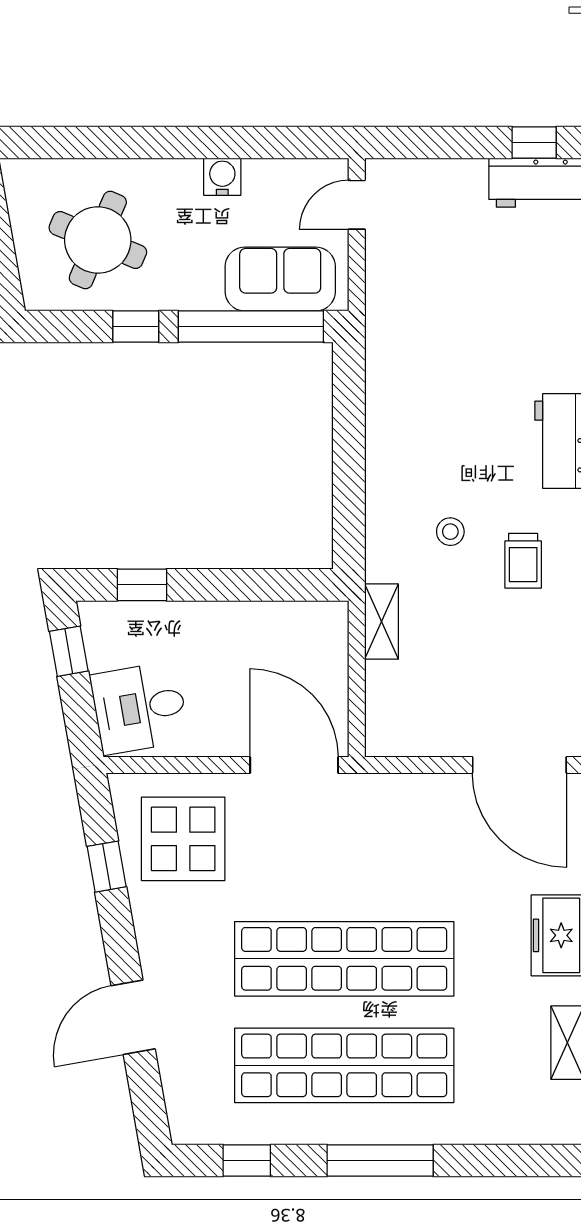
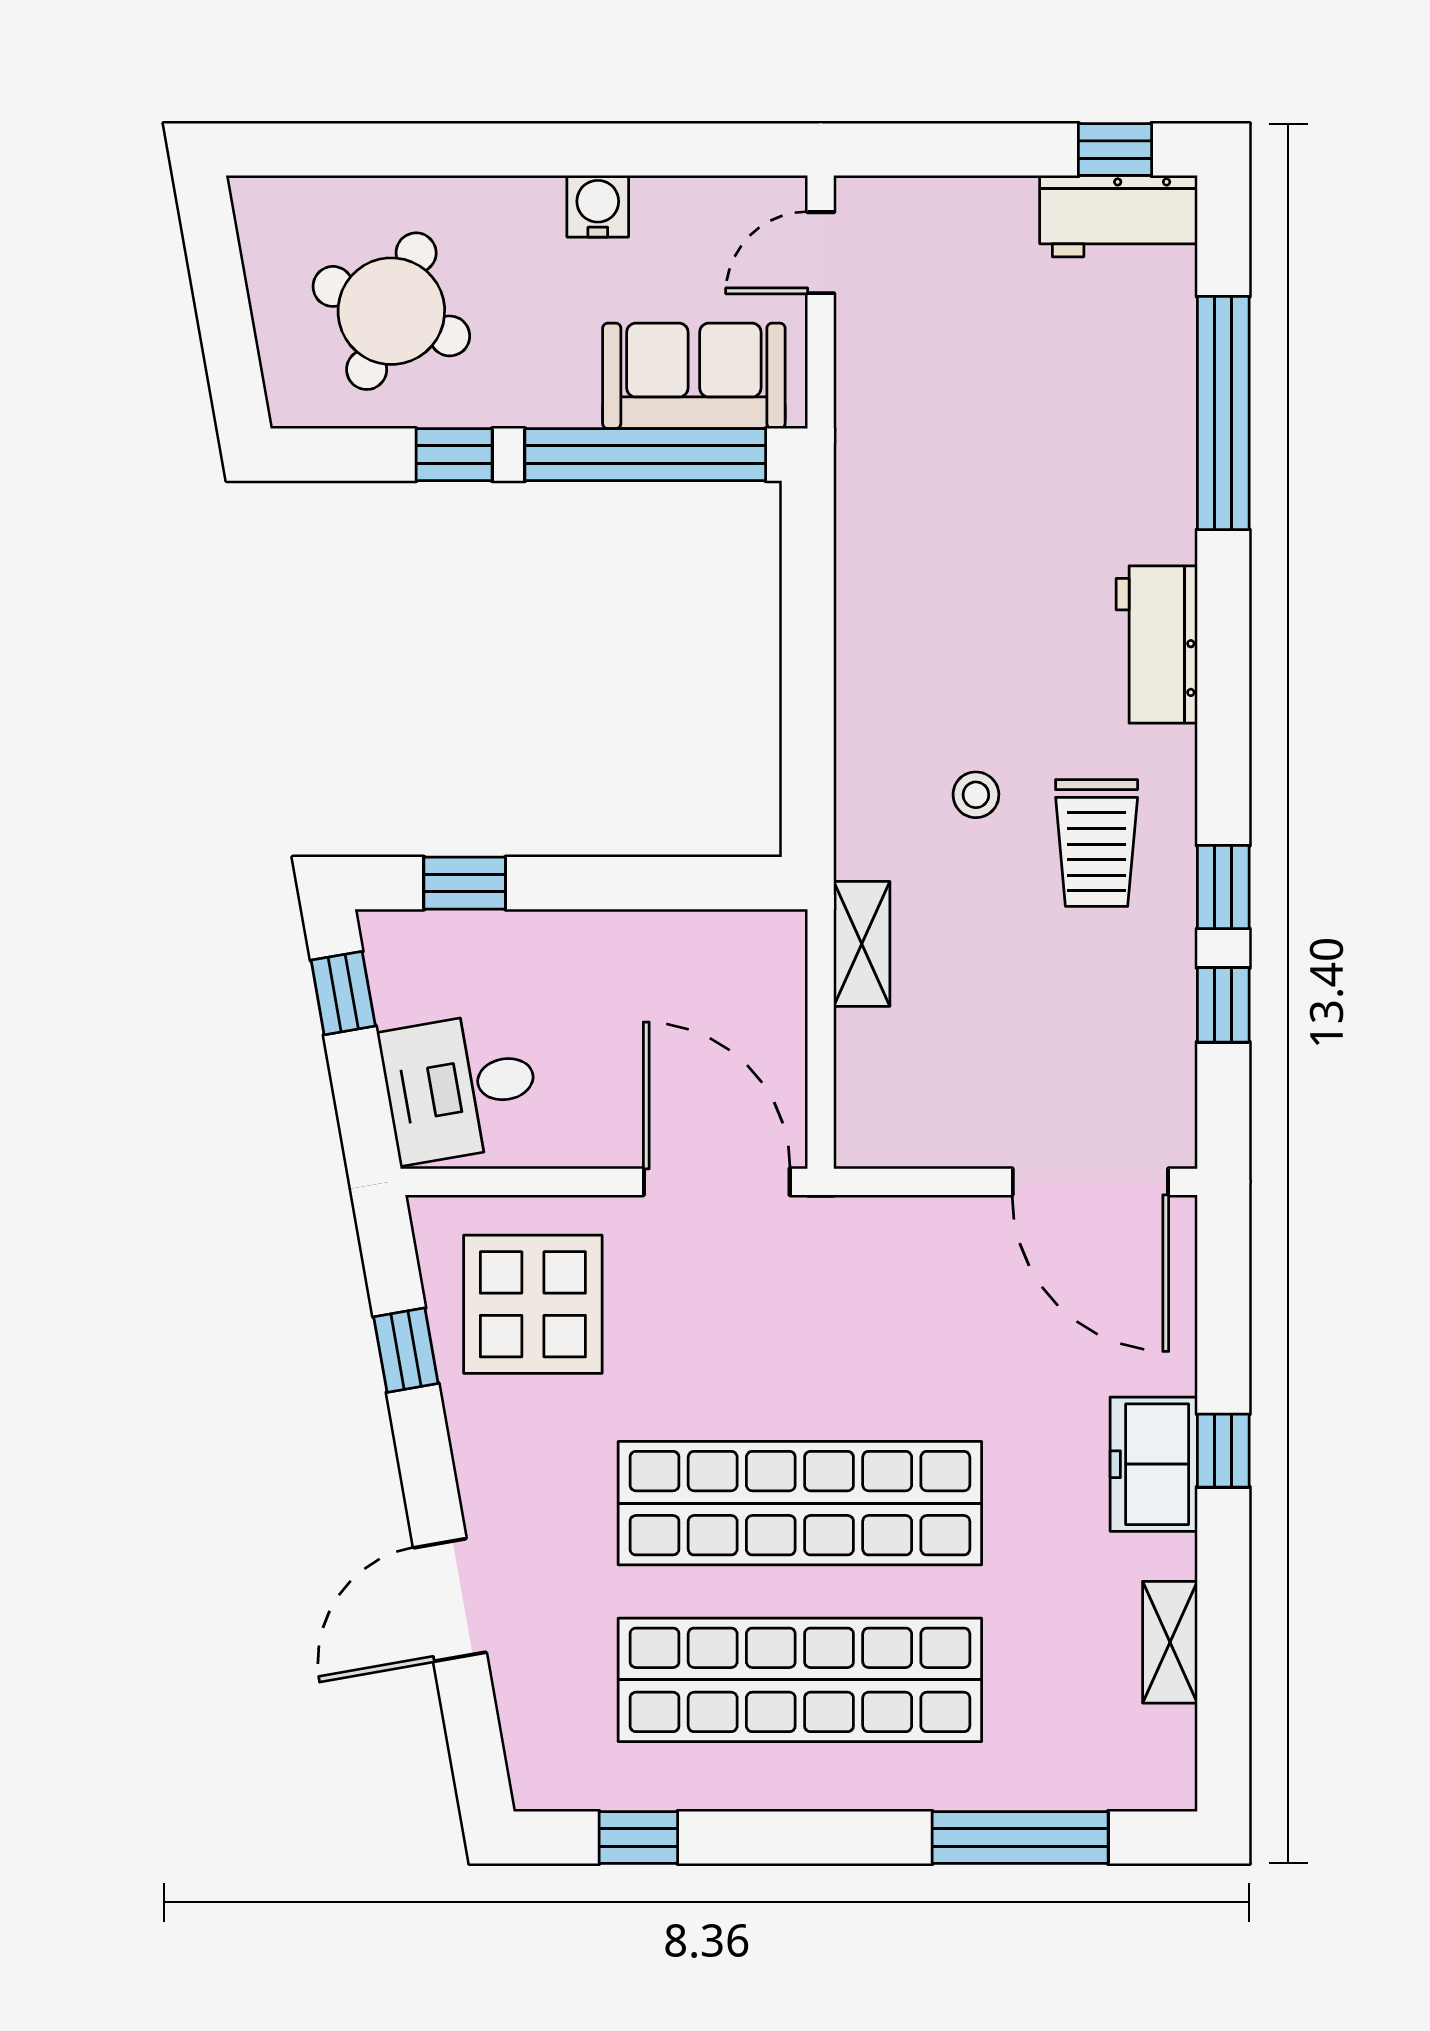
trolley: (523, 561) -> (1097, 843), width x1.36, depth x1.39
window: (380, 1160) -> (1020, 1838), moved

